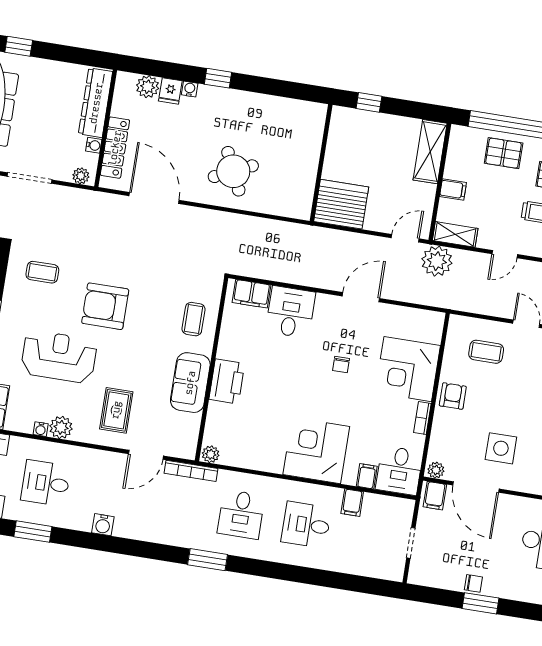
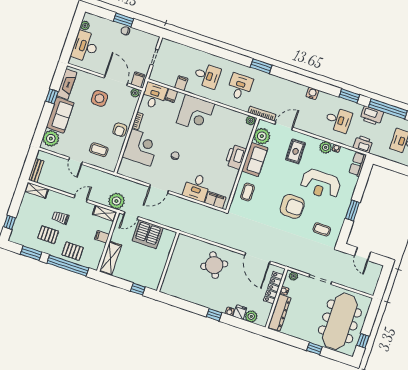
server rack: (341, 204) -> (148, 234), moved
plant: (184, 429) -> (262, 136), added

